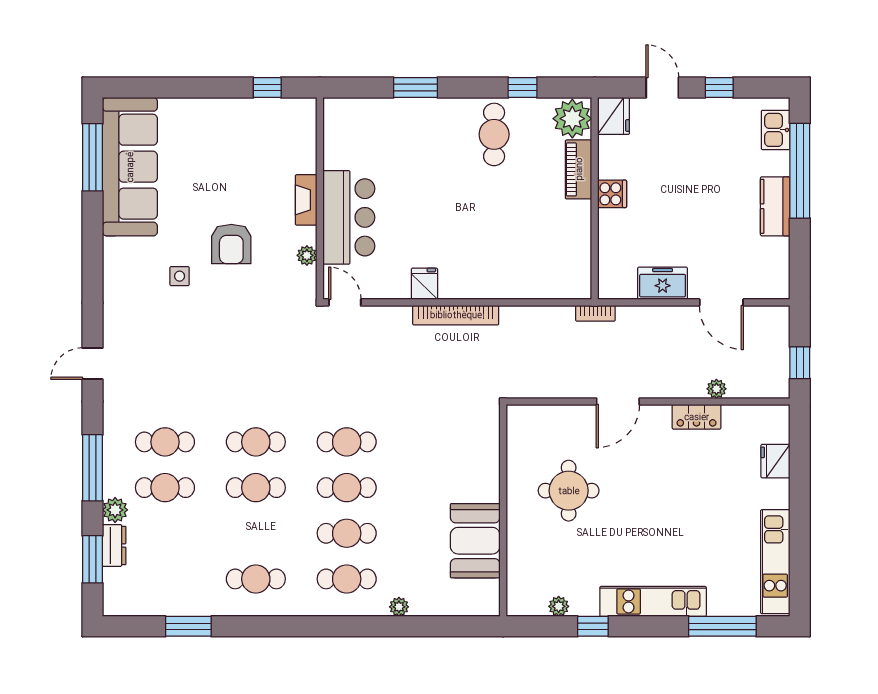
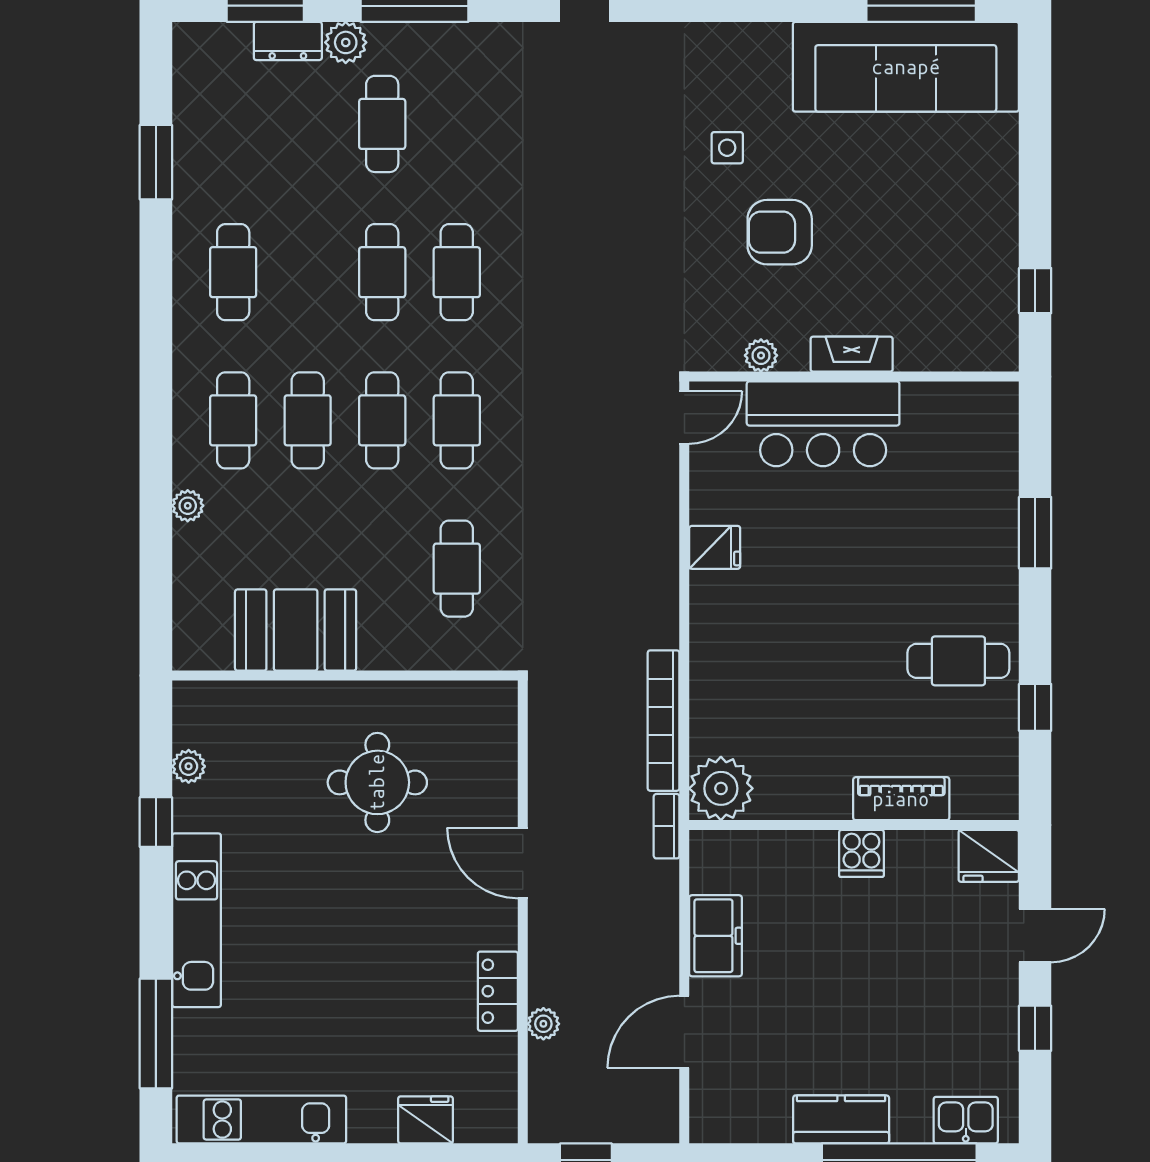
plant: (572, 119) -> (721, 788), moved
bookcase: (456, 315) -> (664, 721), moved
cafe table: (165, 442) -> (457, 569), moved

